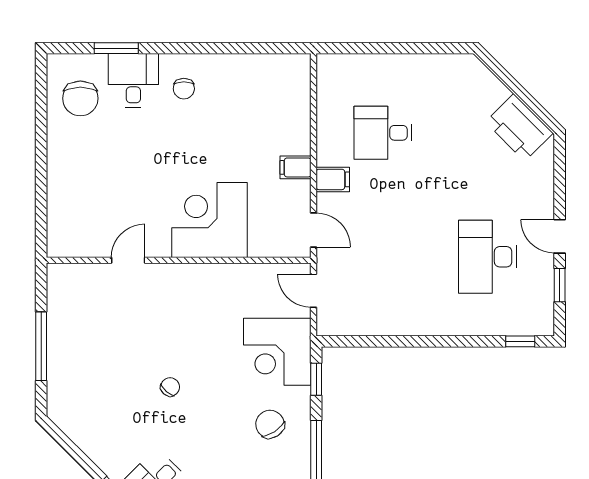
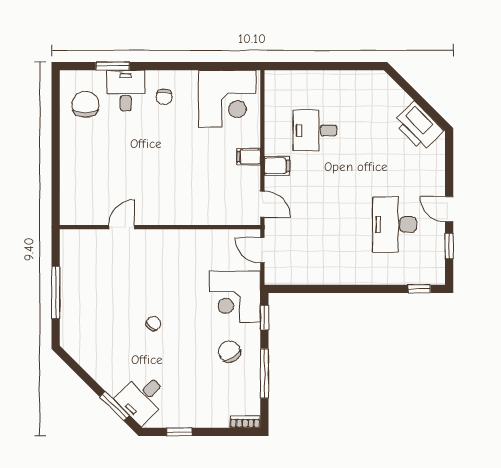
chair: (80, 98) -> (85, 104), turned 180
corner desk: (210, 220) -> (227, 99), moved, turned 180

